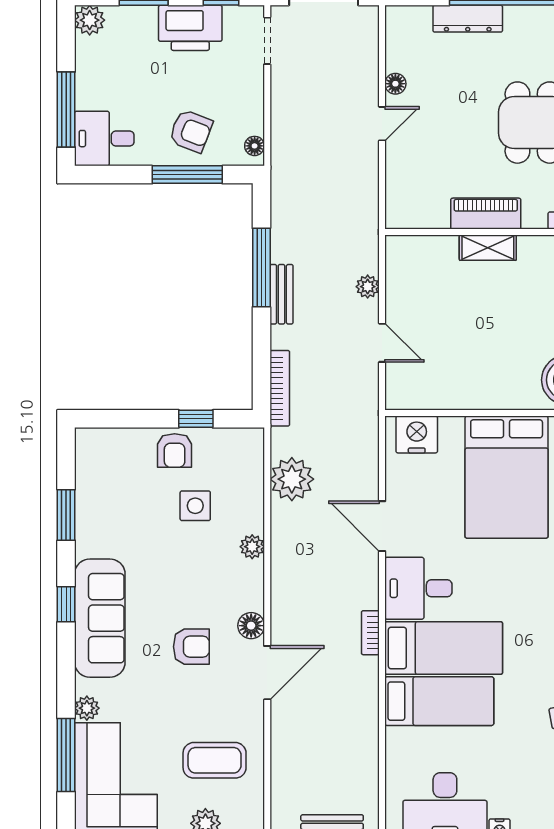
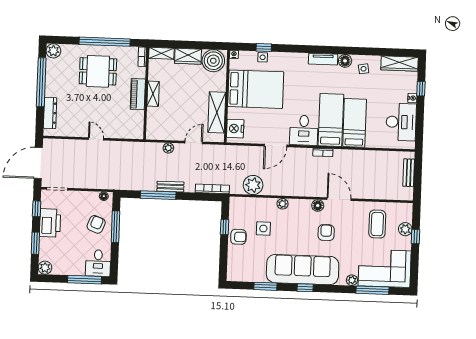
dresser: (468, 19) -> (50, 113), moved
floor lamp: (395, 84) -> (78, 132), removed
shelving: (451, 392) -> (217, 112), added
sofa: (100, 618) -> (303, 270), width x1.36, depth x1.27

